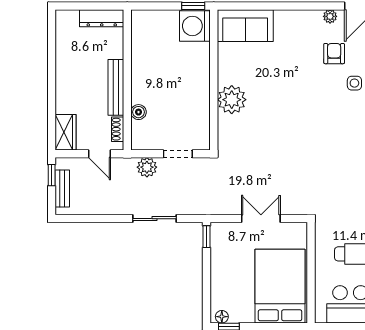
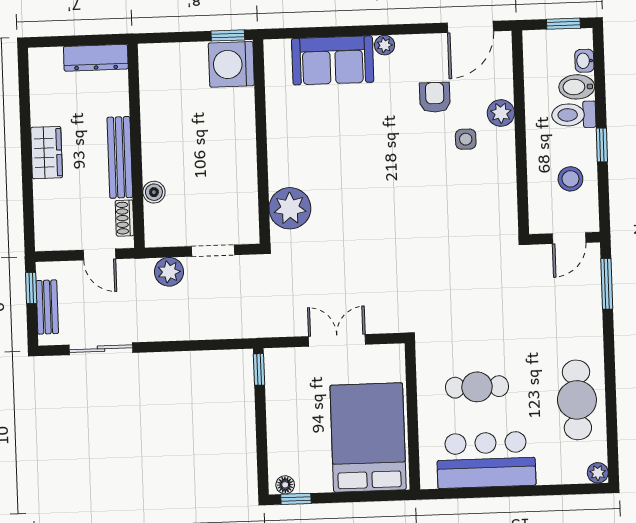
plant: (330, 16) -> (385, 45), moved
sofa: (245, 26) -> (333, 60), moved
plant: (232, 100) -> (290, 208), moved
wardrobe: (66, 132) -> (47, 153), moved
sliding door: (154, 219) -> (101, 349), moved

